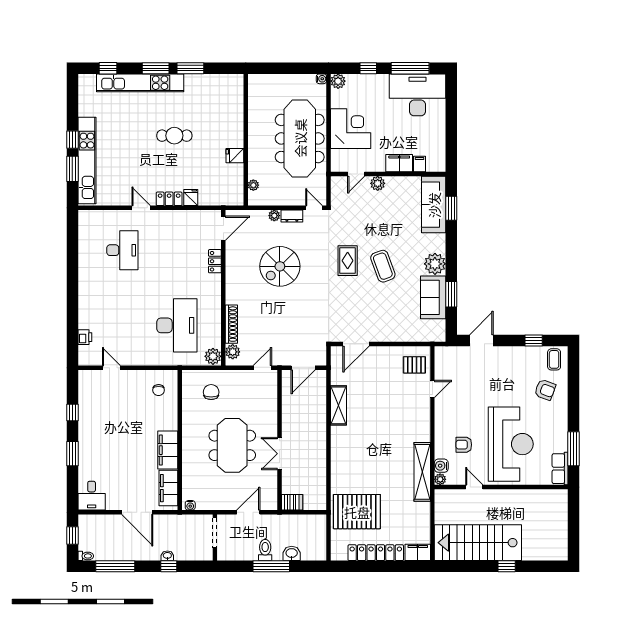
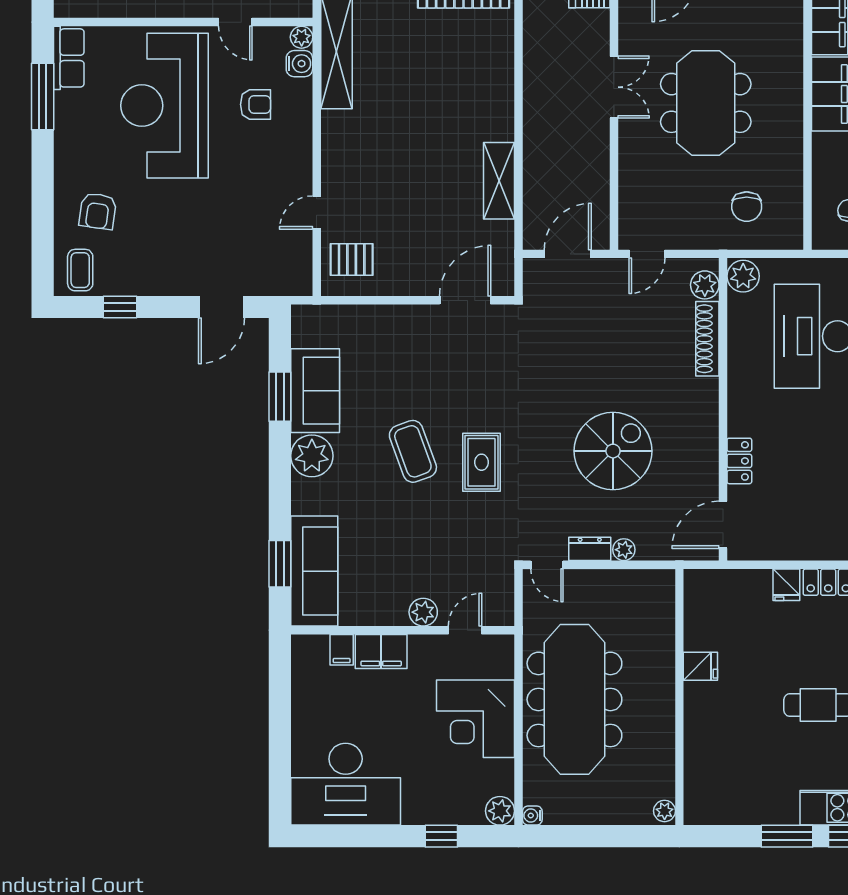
window: (410, 68) -> (360, 836), removed
plant: (253, 185) -> (665, 811), moved
armchair: (545, 390) -> (98, 211), turned -102

